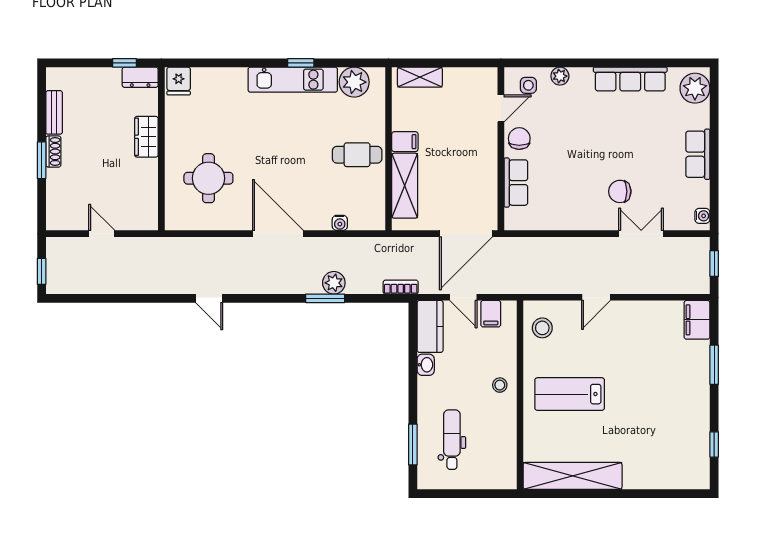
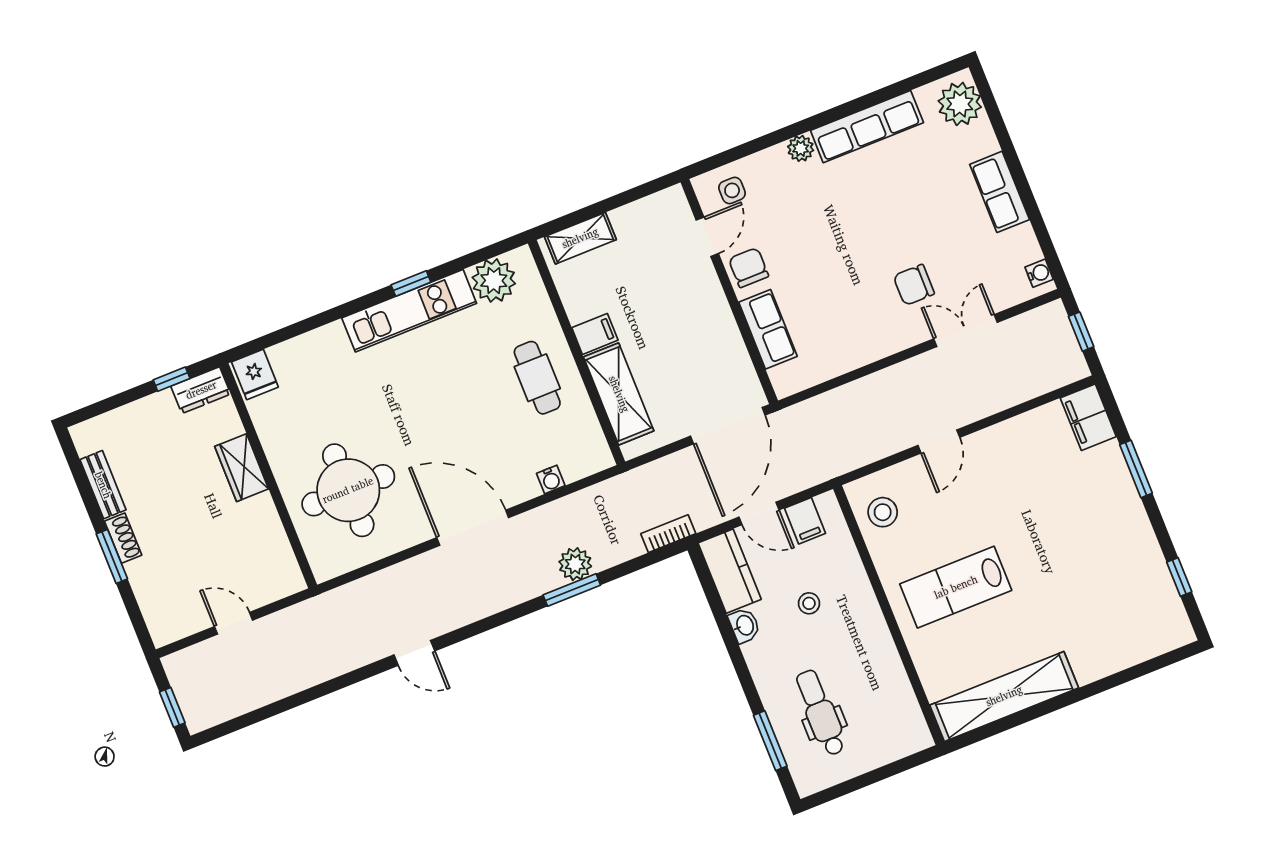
plant: (560, 76) -> (801, 148), moved
cafe table: (357, 155) -> (537, 378), turned 90
round table: (208, 178) -> (348, 490), width x1.36, depth x1.36
stool: (500, 385) -> (809, 603), moved

